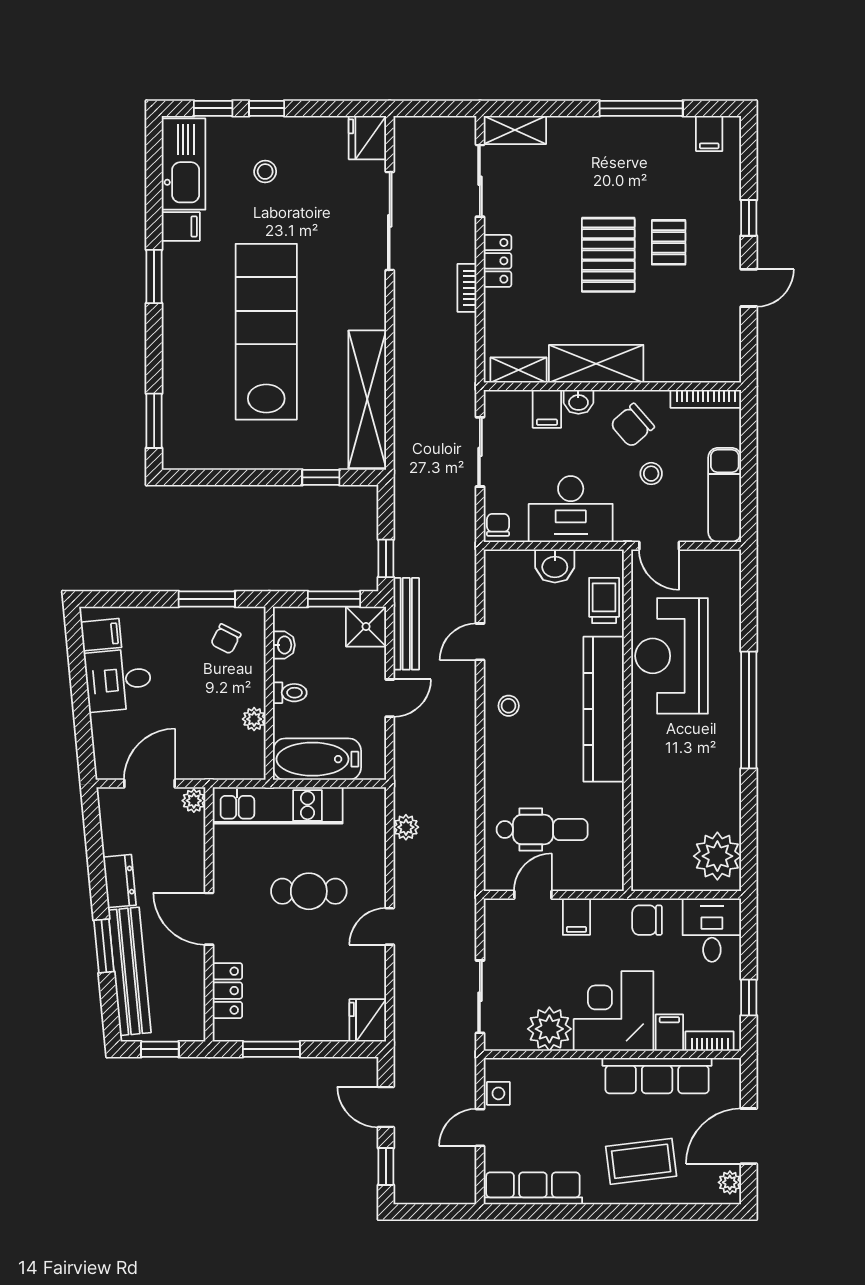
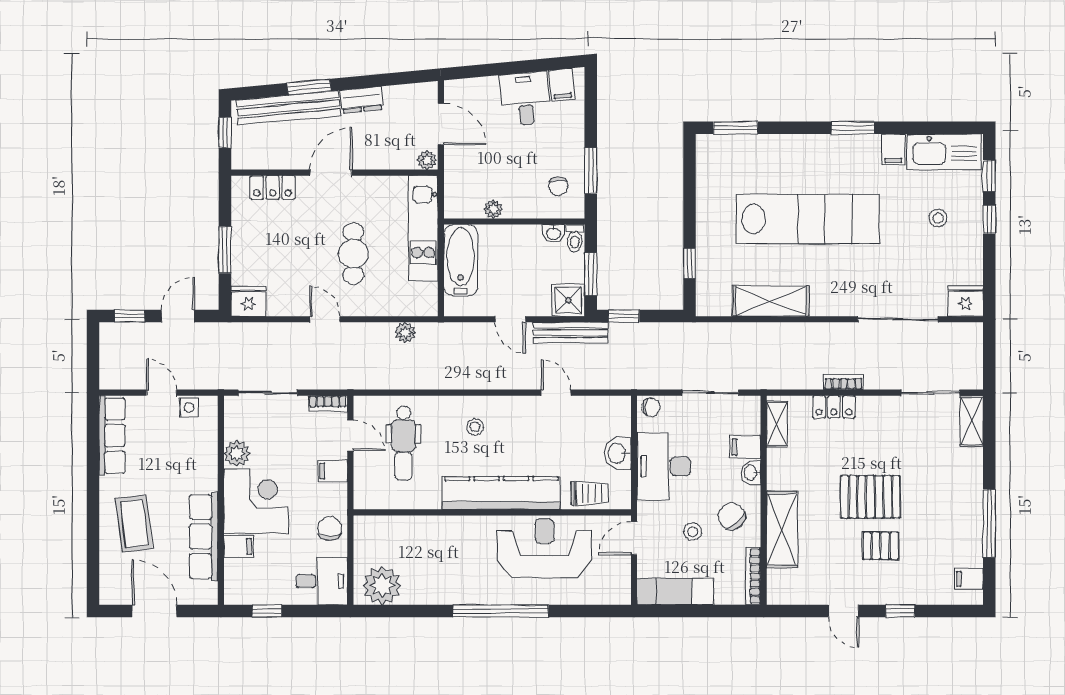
locker: (497, 261) -> (834, 407), moved
shelving: (596, 364) -> (782, 529), moved
shelving: (367, 399) -> (771, 301), width x0.68
chair: (226, 639) -> (558, 186), turned -117
toilet: (290, 693) -> (575, 238), moved
stool: (509, 706) -> (475, 427), moved
plant: (549, 1029) -> (237, 454), width x0.73, depth x0.73
bookcase: (710, 1041) -> (328, 403), moved, turned 90
window: (271, 1049) -> (225, 250), moved
plant: (730, 1182) -> (117, 596), removed

